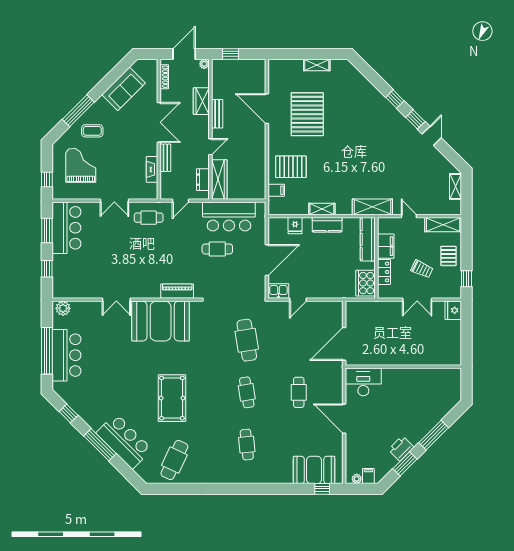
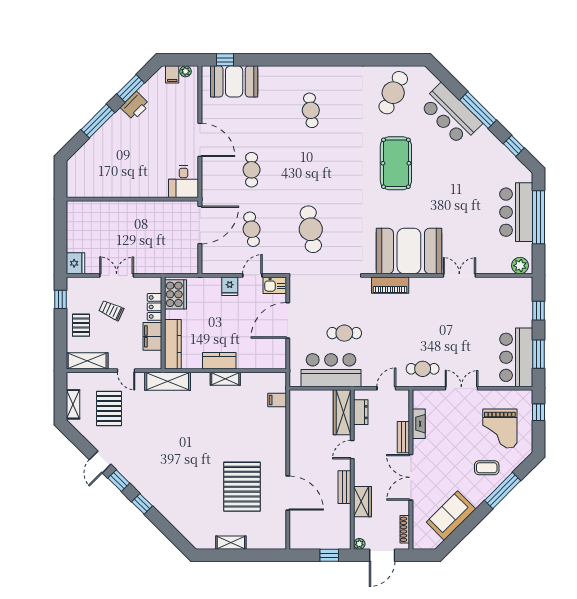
pallet: (291, 167) -> (109, 408), moved, turned 90
fridge: (295, 226) -> (230, 286), moved, turned 180
desk: (363, 382) -> (184, 182), width x0.73
cafe table: (247, 392) -> (252, 229), moved

